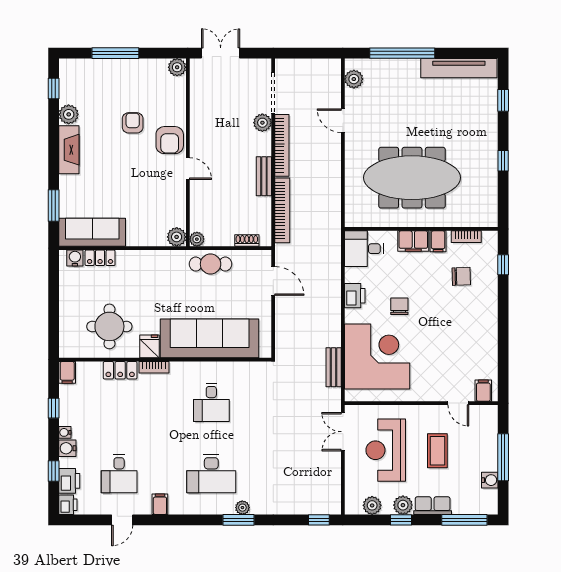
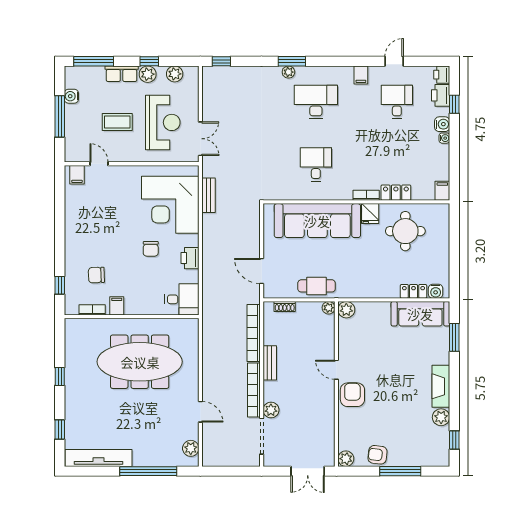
armchair: (133, 123) -> (377, 455), moved, turned 97
filing cabinet: (413, 241) -> (138, 306), removed
window: (54, 408) -> (454, 159), removed
coffee table: (437, 451) -> (117, 122), turned 90

